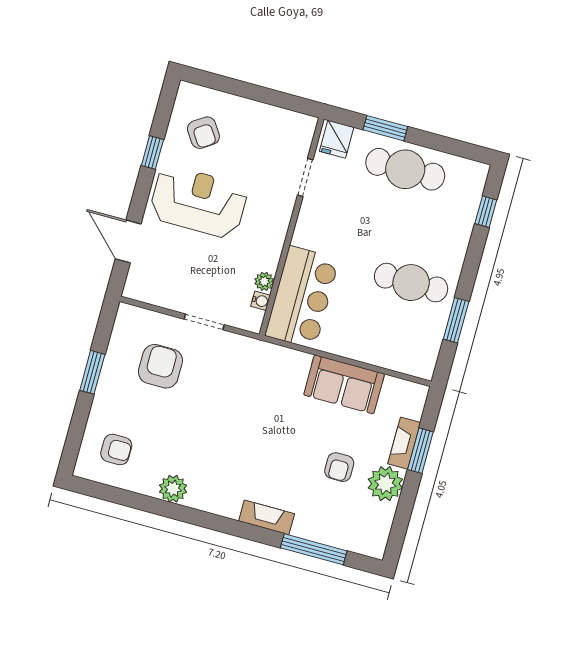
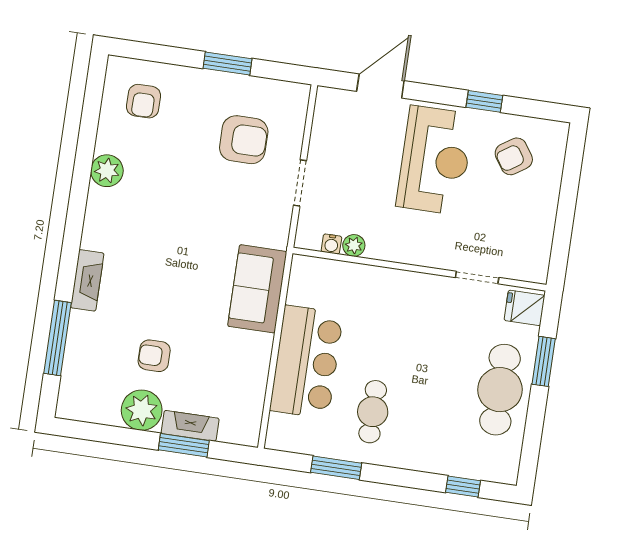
cafe table: (411, 283) -> (373, 412), width x0.73, depth x0.74
bar counter: (302, 297) -> (306, 362), moved, turned -90
sofa: (344, 384) -> (257, 289), moved

